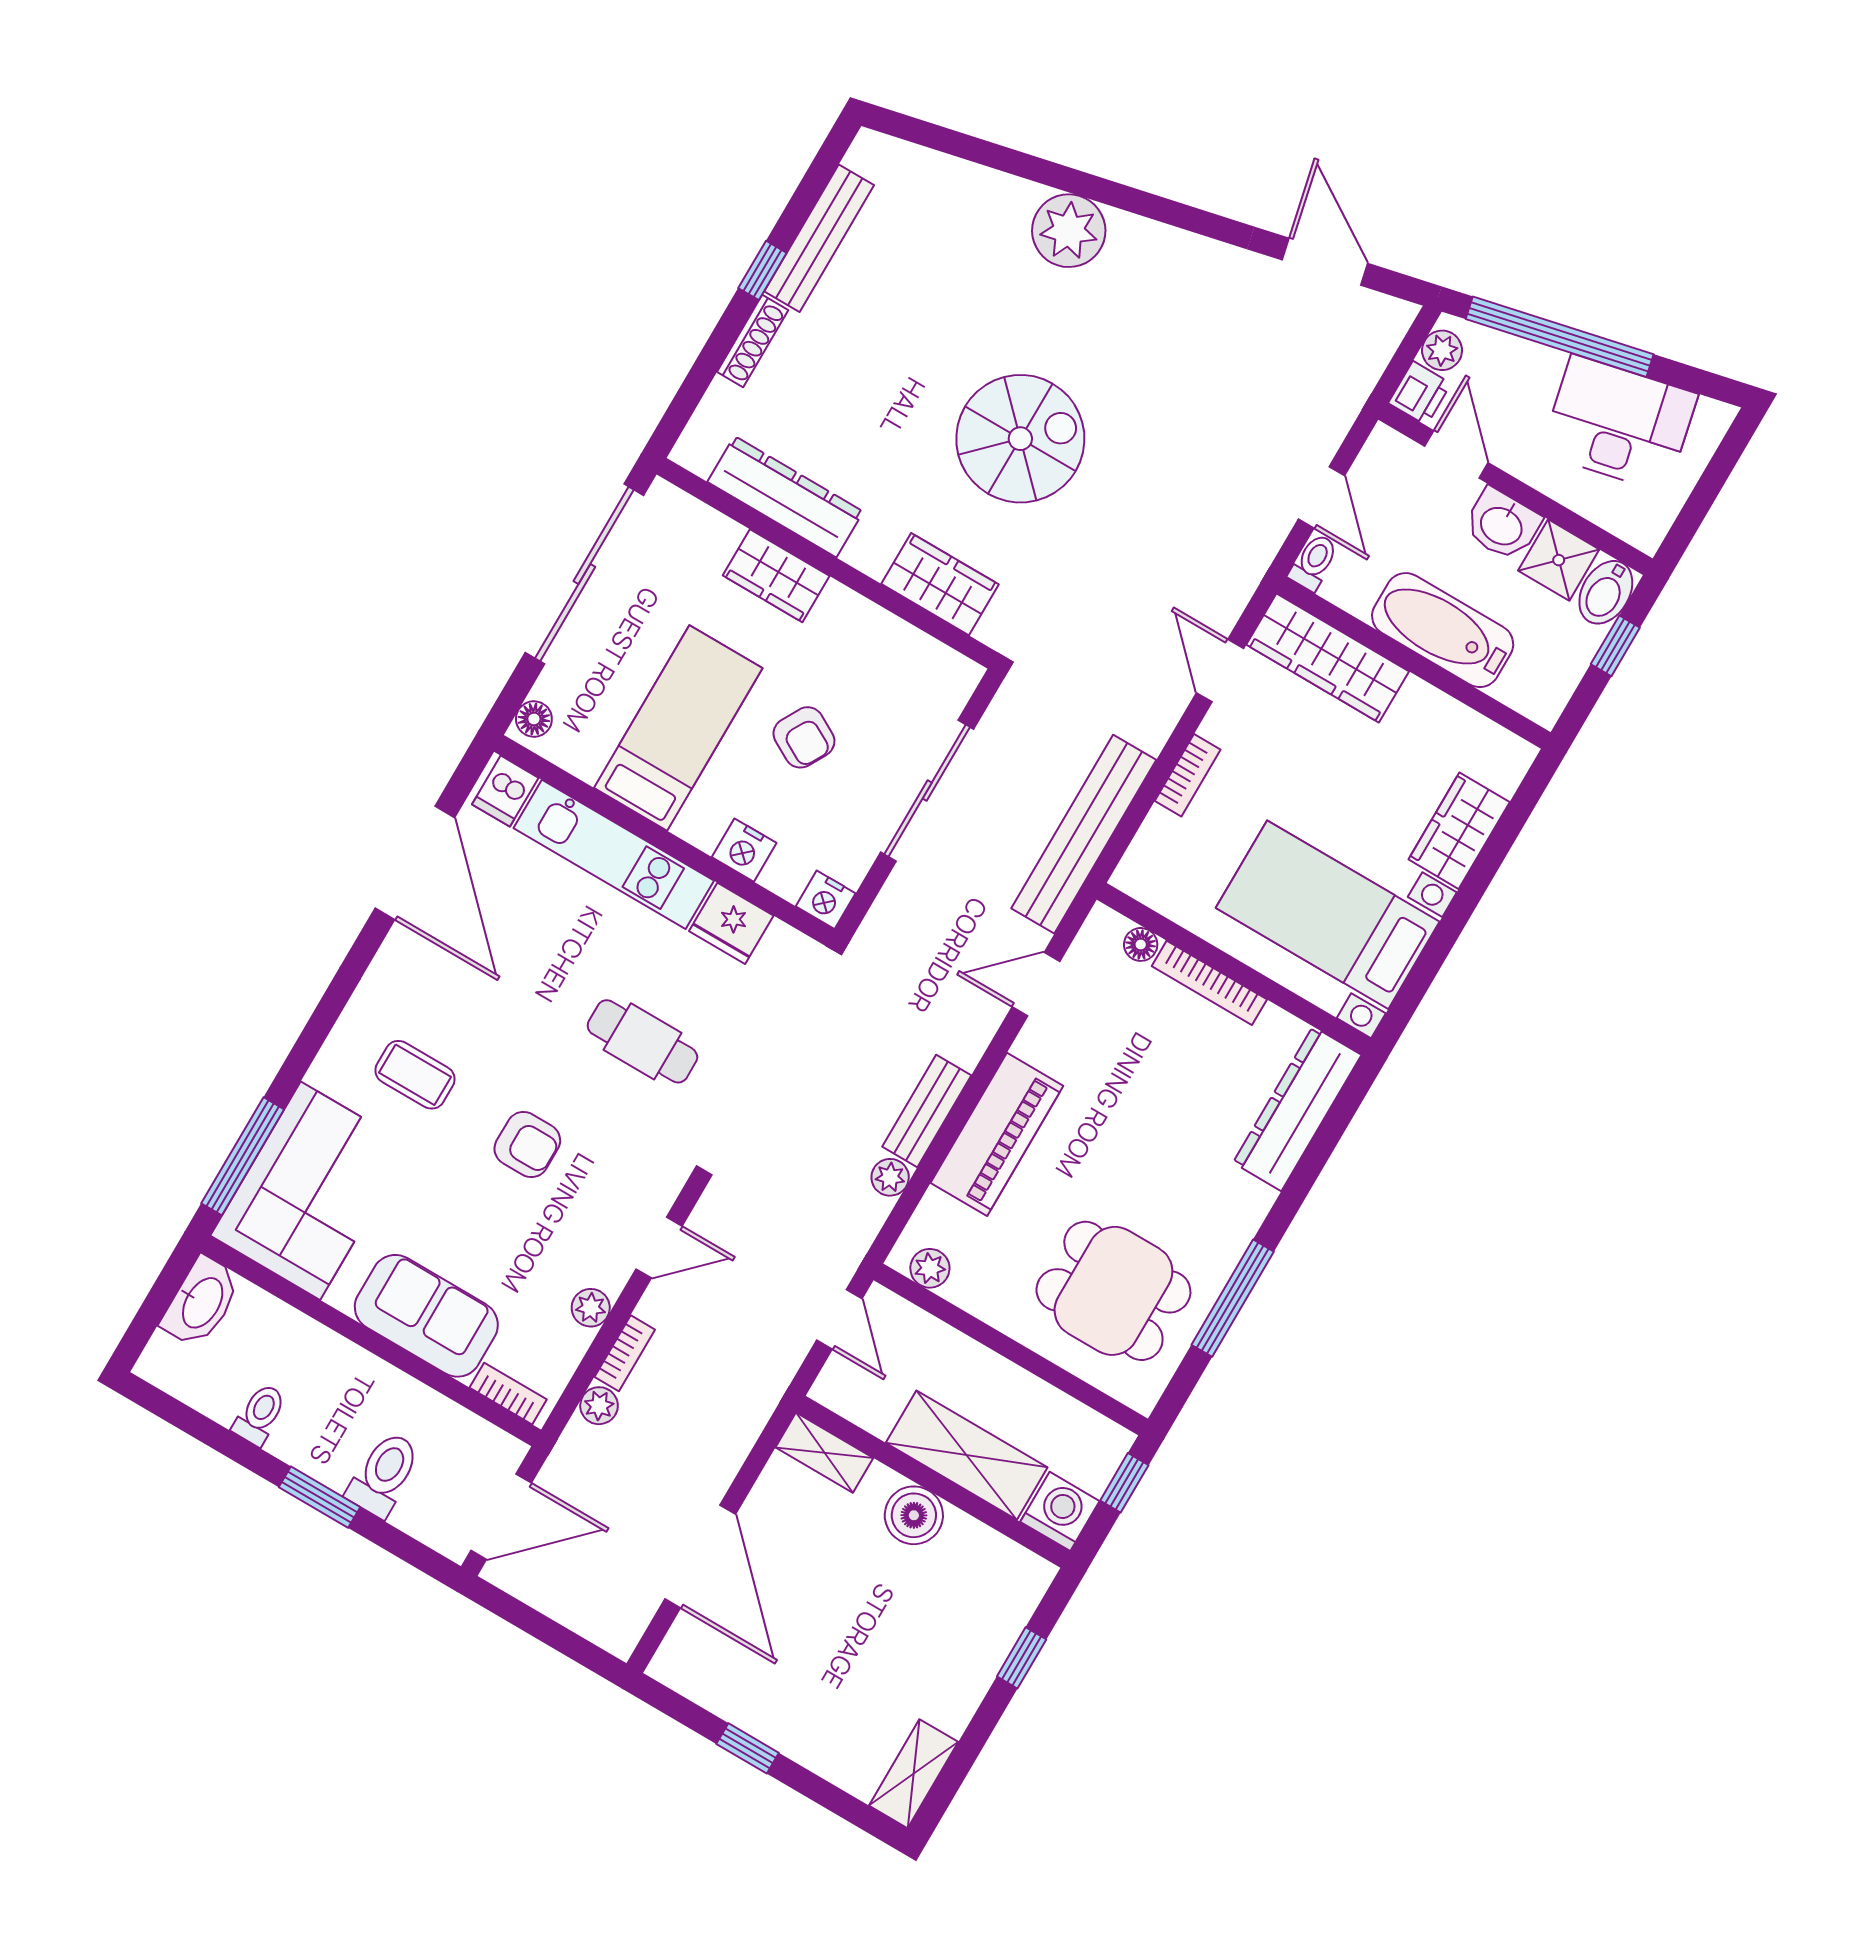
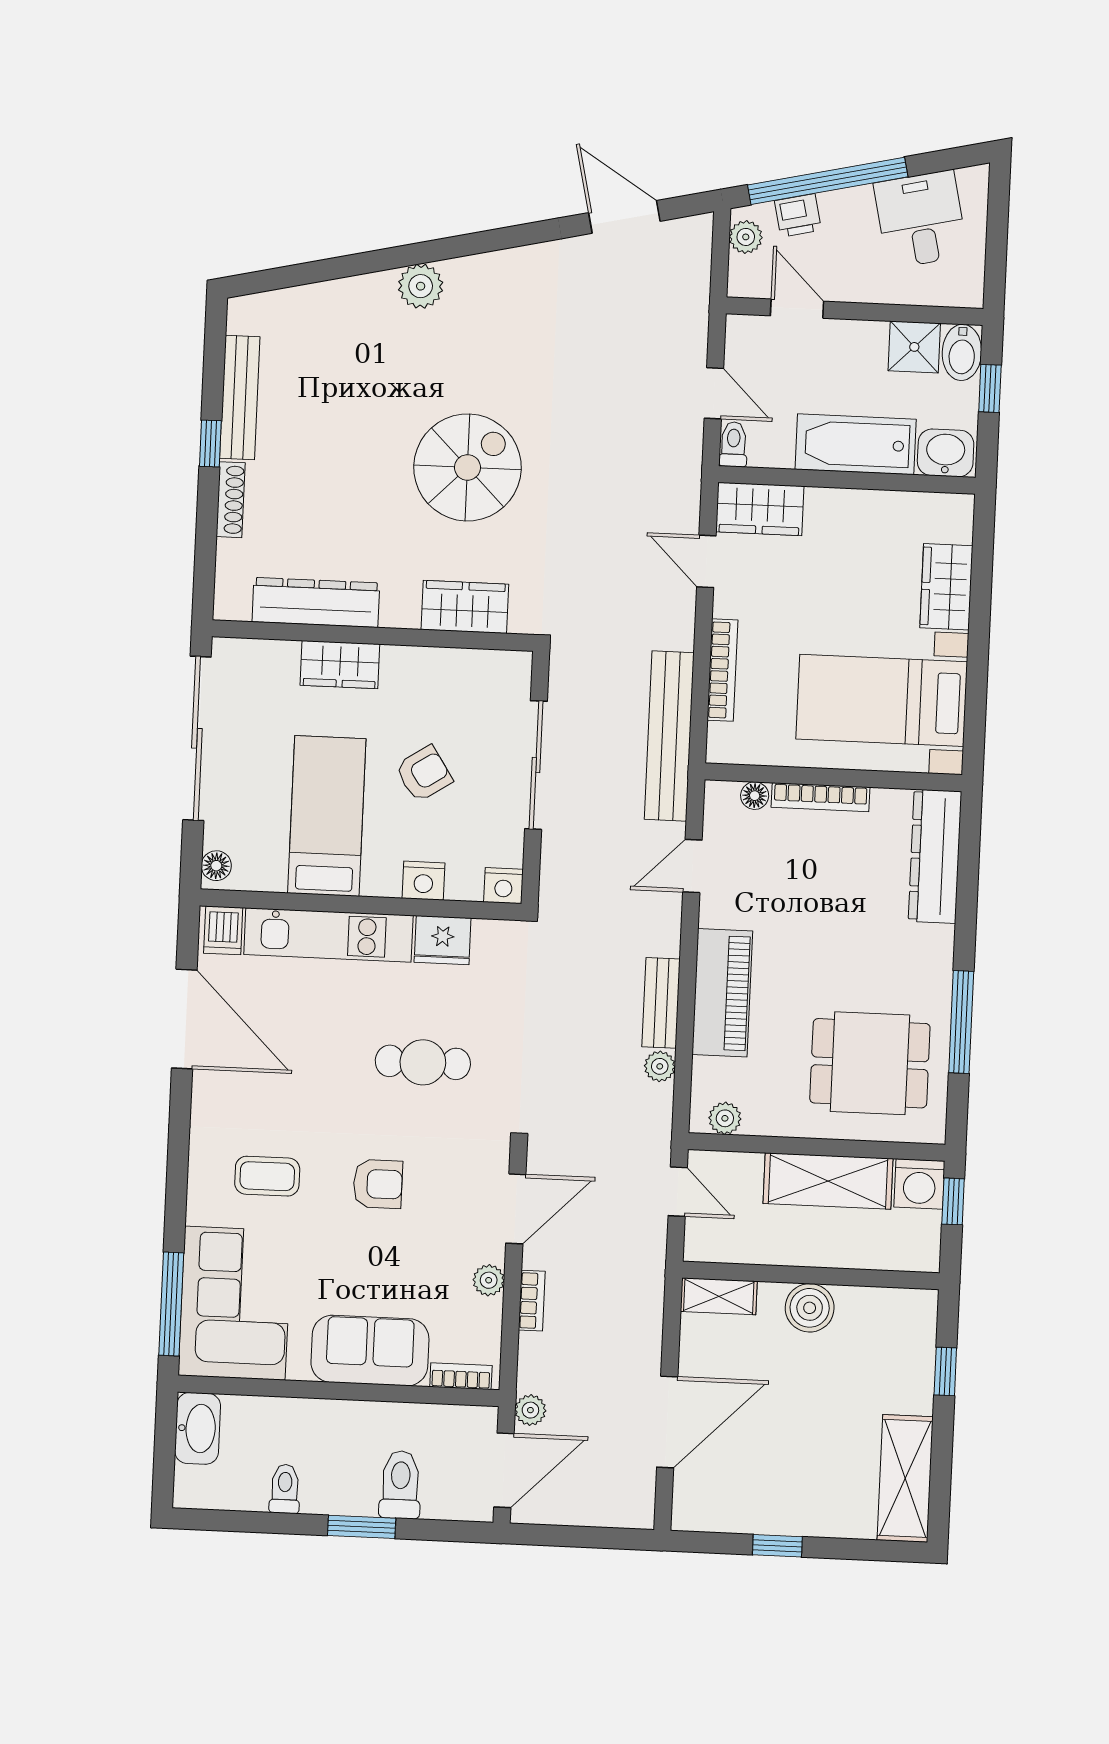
plant: (1069, 231) -> (421, 286), width x0.73, depth x0.73
printer: (1420, 393) -> (798, 215), moved, turned 77
desk: (1619, 424) -> (921, 219), width x0.73
washbasin: (1502, 525) -> (946, 453), moved, turned 180
wardrobe: (1328, 658) -> (760, 509), width x0.67
armchair: (804, 737) -> (424, 774), turned -62
bookcase: (1188, 775) -> (722, 670), width x1.56
door: (659, 1248) -> (516, 1209), width x1.38
plant: (599, 1406) -> (530, 1410), moved
shelving: (967, 1455) -> (828, 1181), moved
washing machine: (1060, 1511) -> (919, 1184), moved, turned 180
door: (700, 1557) -> (667, 1422), hinge flipped
shelving: (914, 1774) -> (905, 1478), width x1.50, depth x1.33

